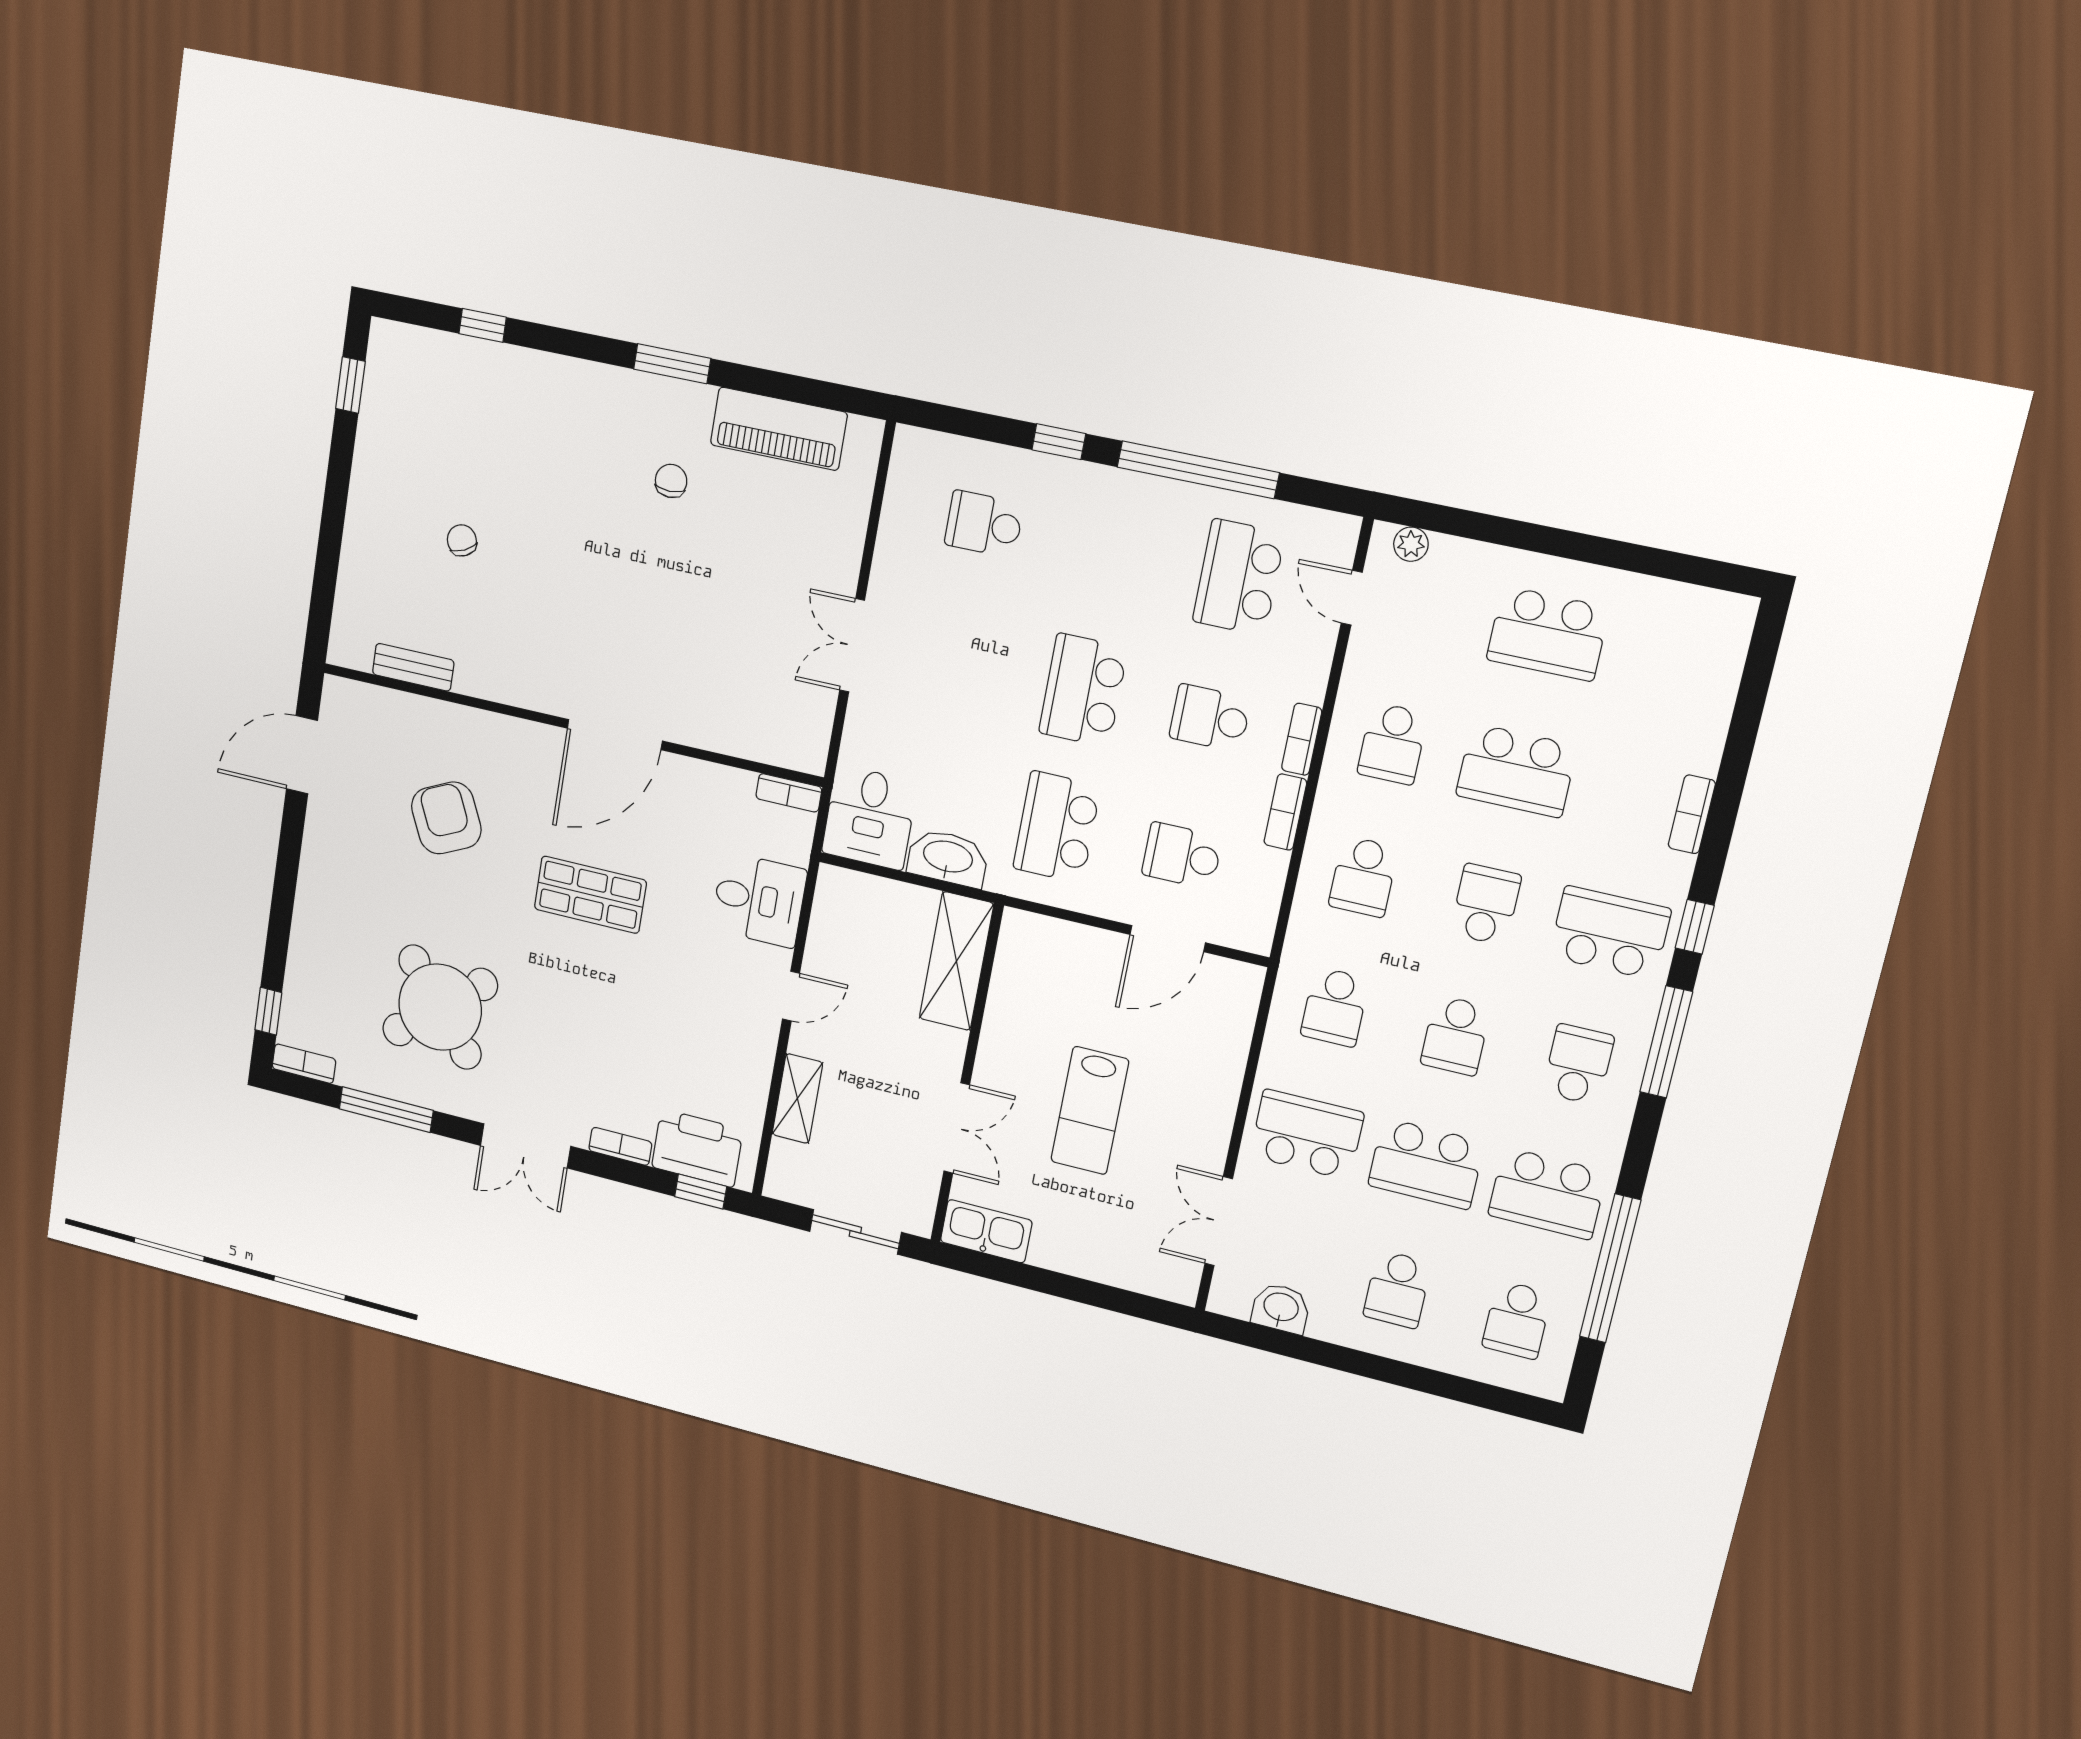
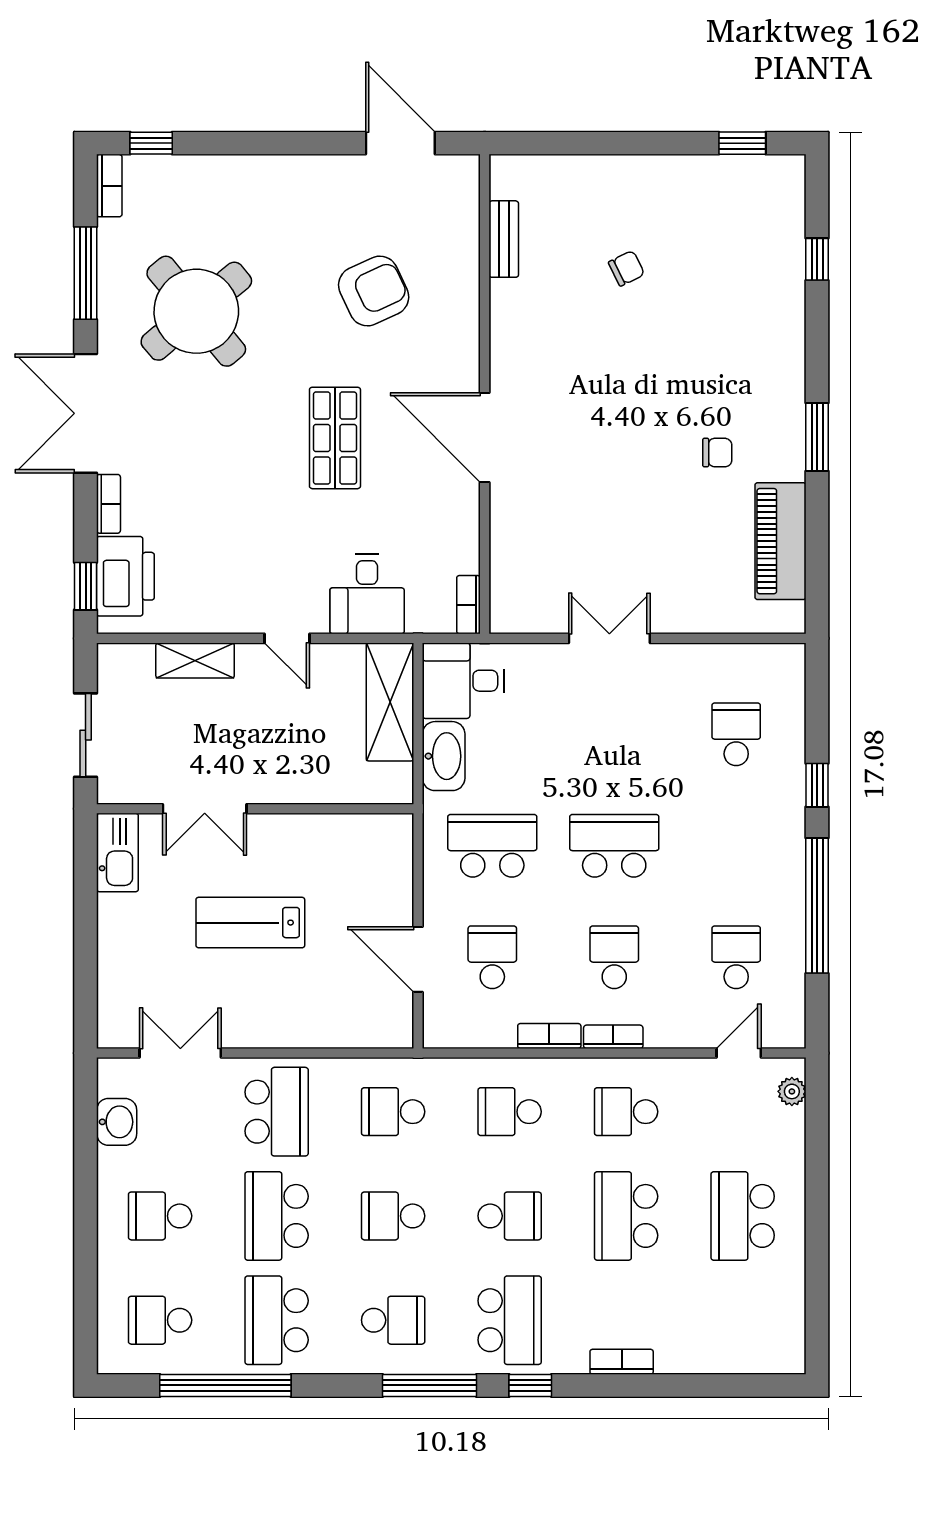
school desk: (1239, 577) -> (736, 957), width x0.54
shelving: (956, 961) -> (390, 702), moved, turned 90
double door: (525, 1146) -> (86, 413), width x1.37

